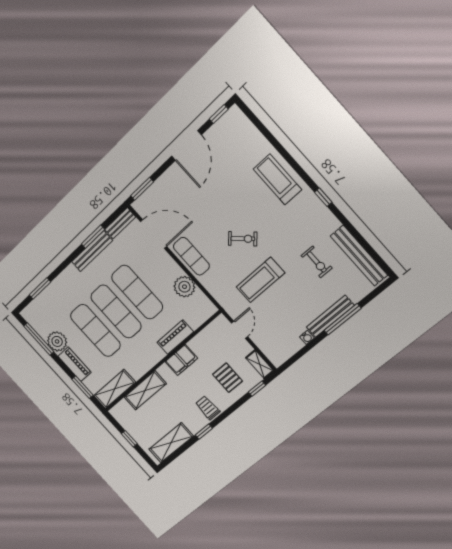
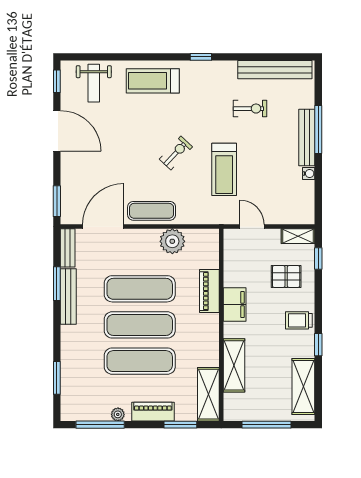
weight bench: (240, 140) -> (94, 83), added
plant: (57, 341) -> (118, 414), width x0.53, depth x0.53
window: (129, 439) -> (267, 425), width x2.17

